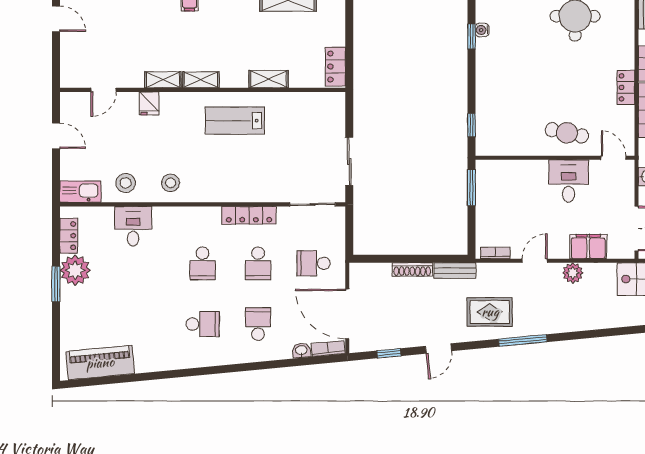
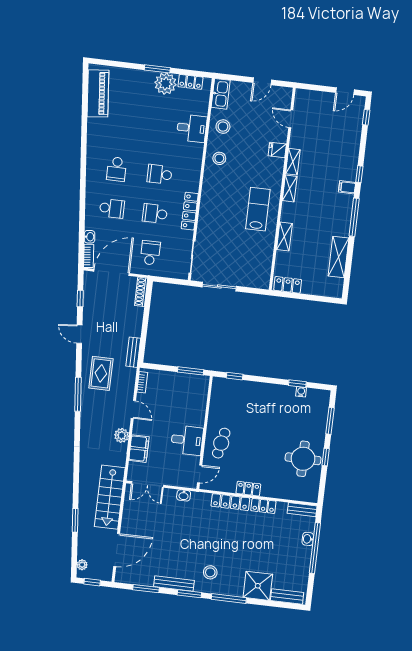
shoe rack: (412, 270) -> (141, 292), moved

